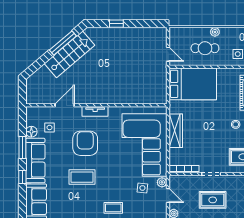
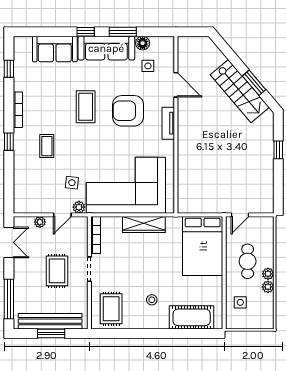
plant: (225, 32) -> (268, 287), added
window: (63, 43) -> (254, 83), width x0.69
armchair: (85, 143) -> (128, 111), turned 180

